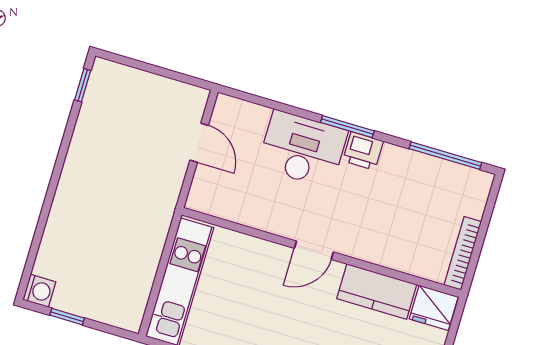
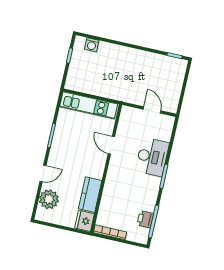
door: (199, 143) -> (152, 110), swing flipped
printer: (363, 151) -> (145, 219), moved
door: (314, 250) -> (111, 145), moved
washing machine: (39, 291) -> (92, 45), moved

